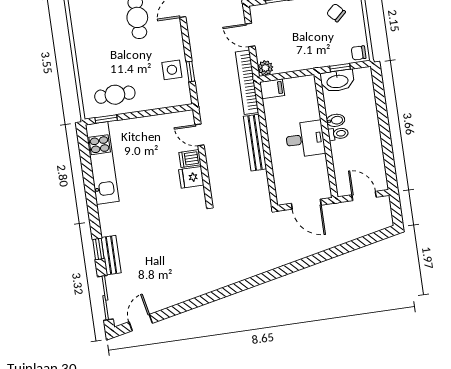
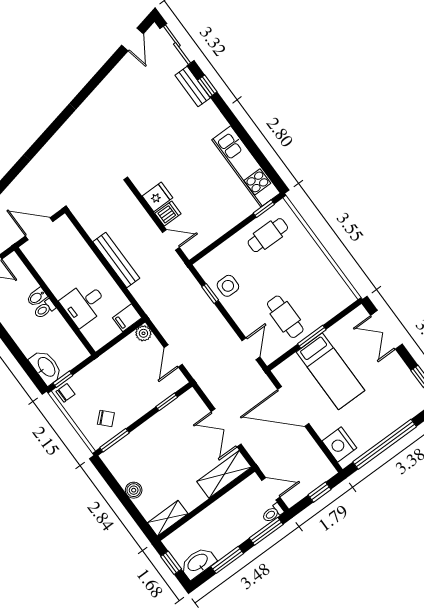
door: (250, 35) -> (173, 356), swing flipped
window: (340, 68) -> (63, 379), moved
washbasin: (337, 81) -> (46, 367), moved, turned 90
bookcase: (247, 82) -> (153, 311), removed
bidet: (336, 120) -> (37, 297), moved
desk: (305, 139) -> (84, 304), moved

